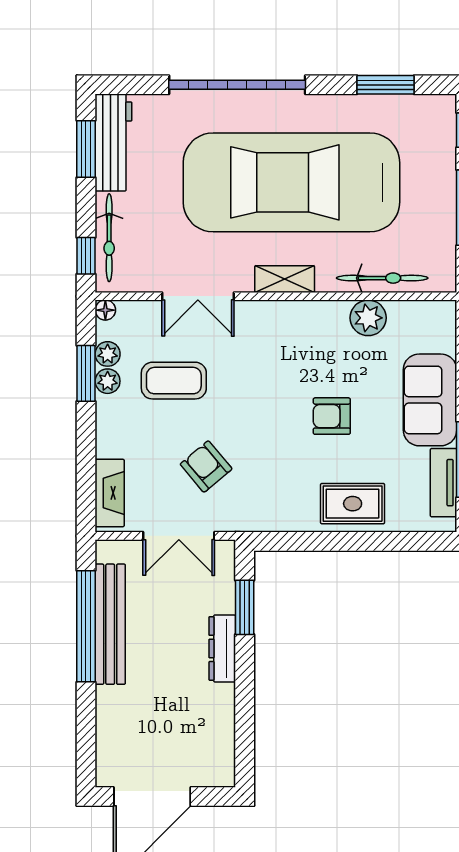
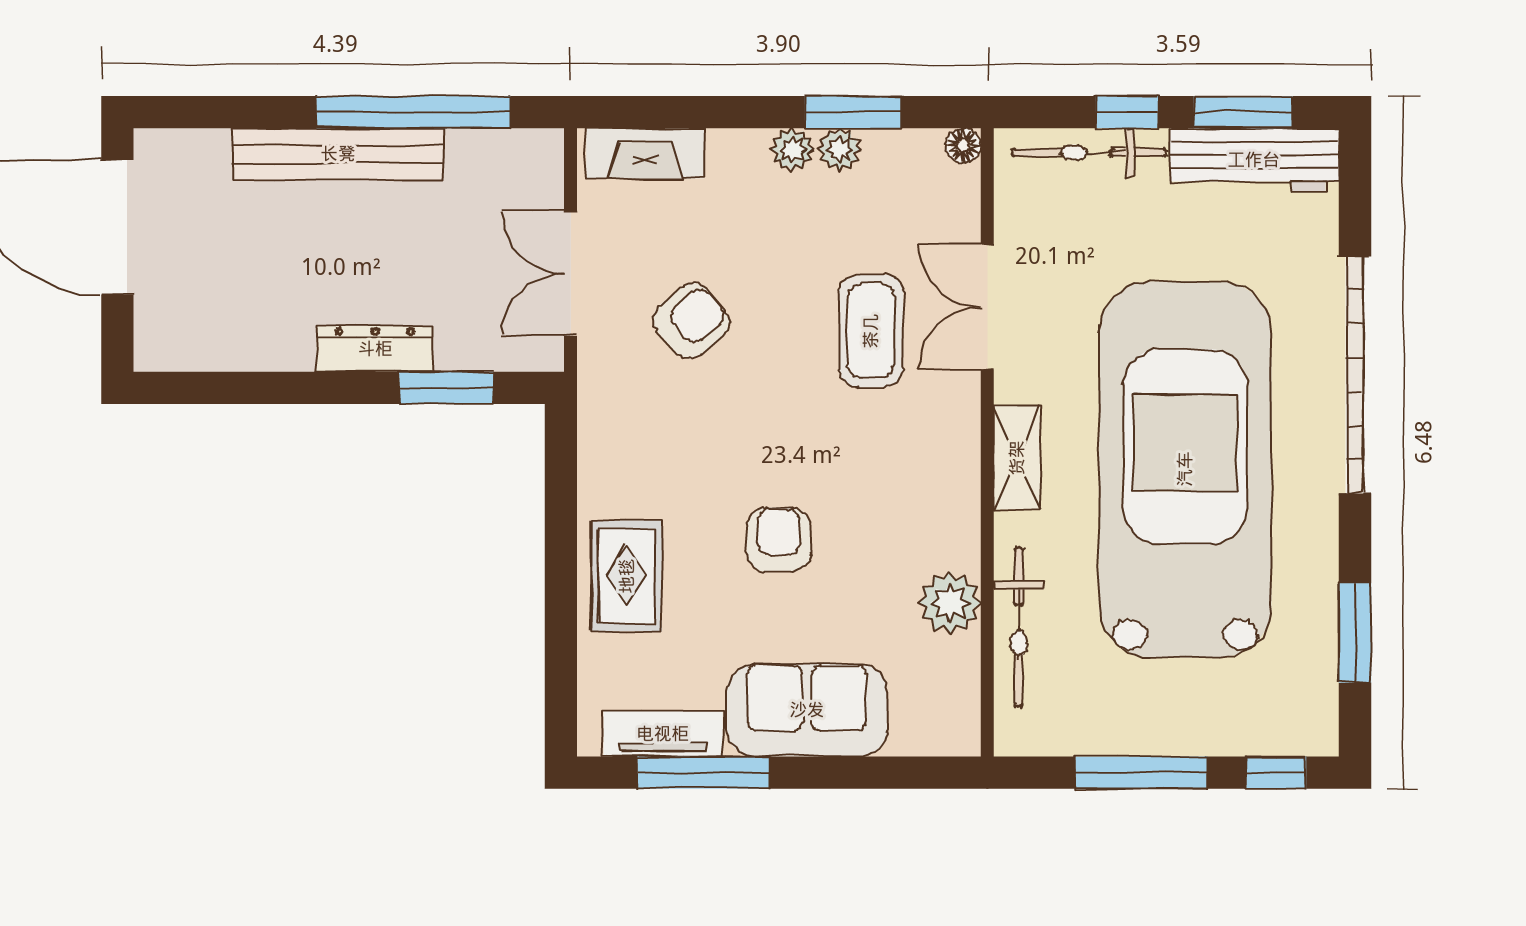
window: (86, 256) -> (1127, 112), moved
plant: (108, 354) -> (792, 150), moved
coffee table: (174, 381) -> (871, 331), moved
bench: (110, 624) -> (338, 154), moved

